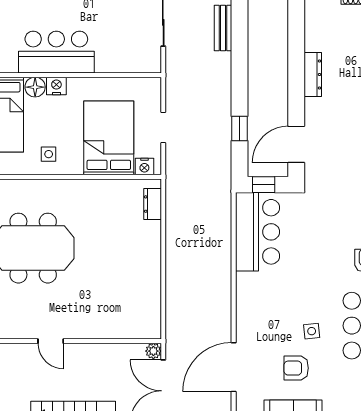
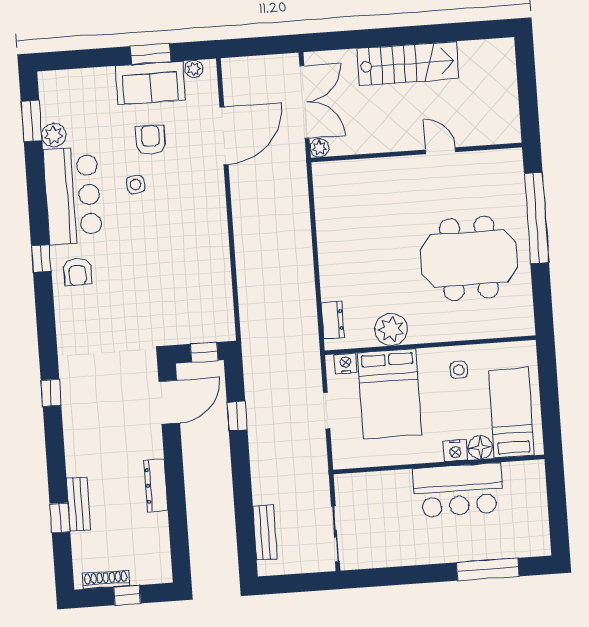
plant: (104, 193) -> (391, 329), added
bar counter: (258, 232) -> (207, 296), removed
armchair: (296, 368) -> (151, 140), turned -90

